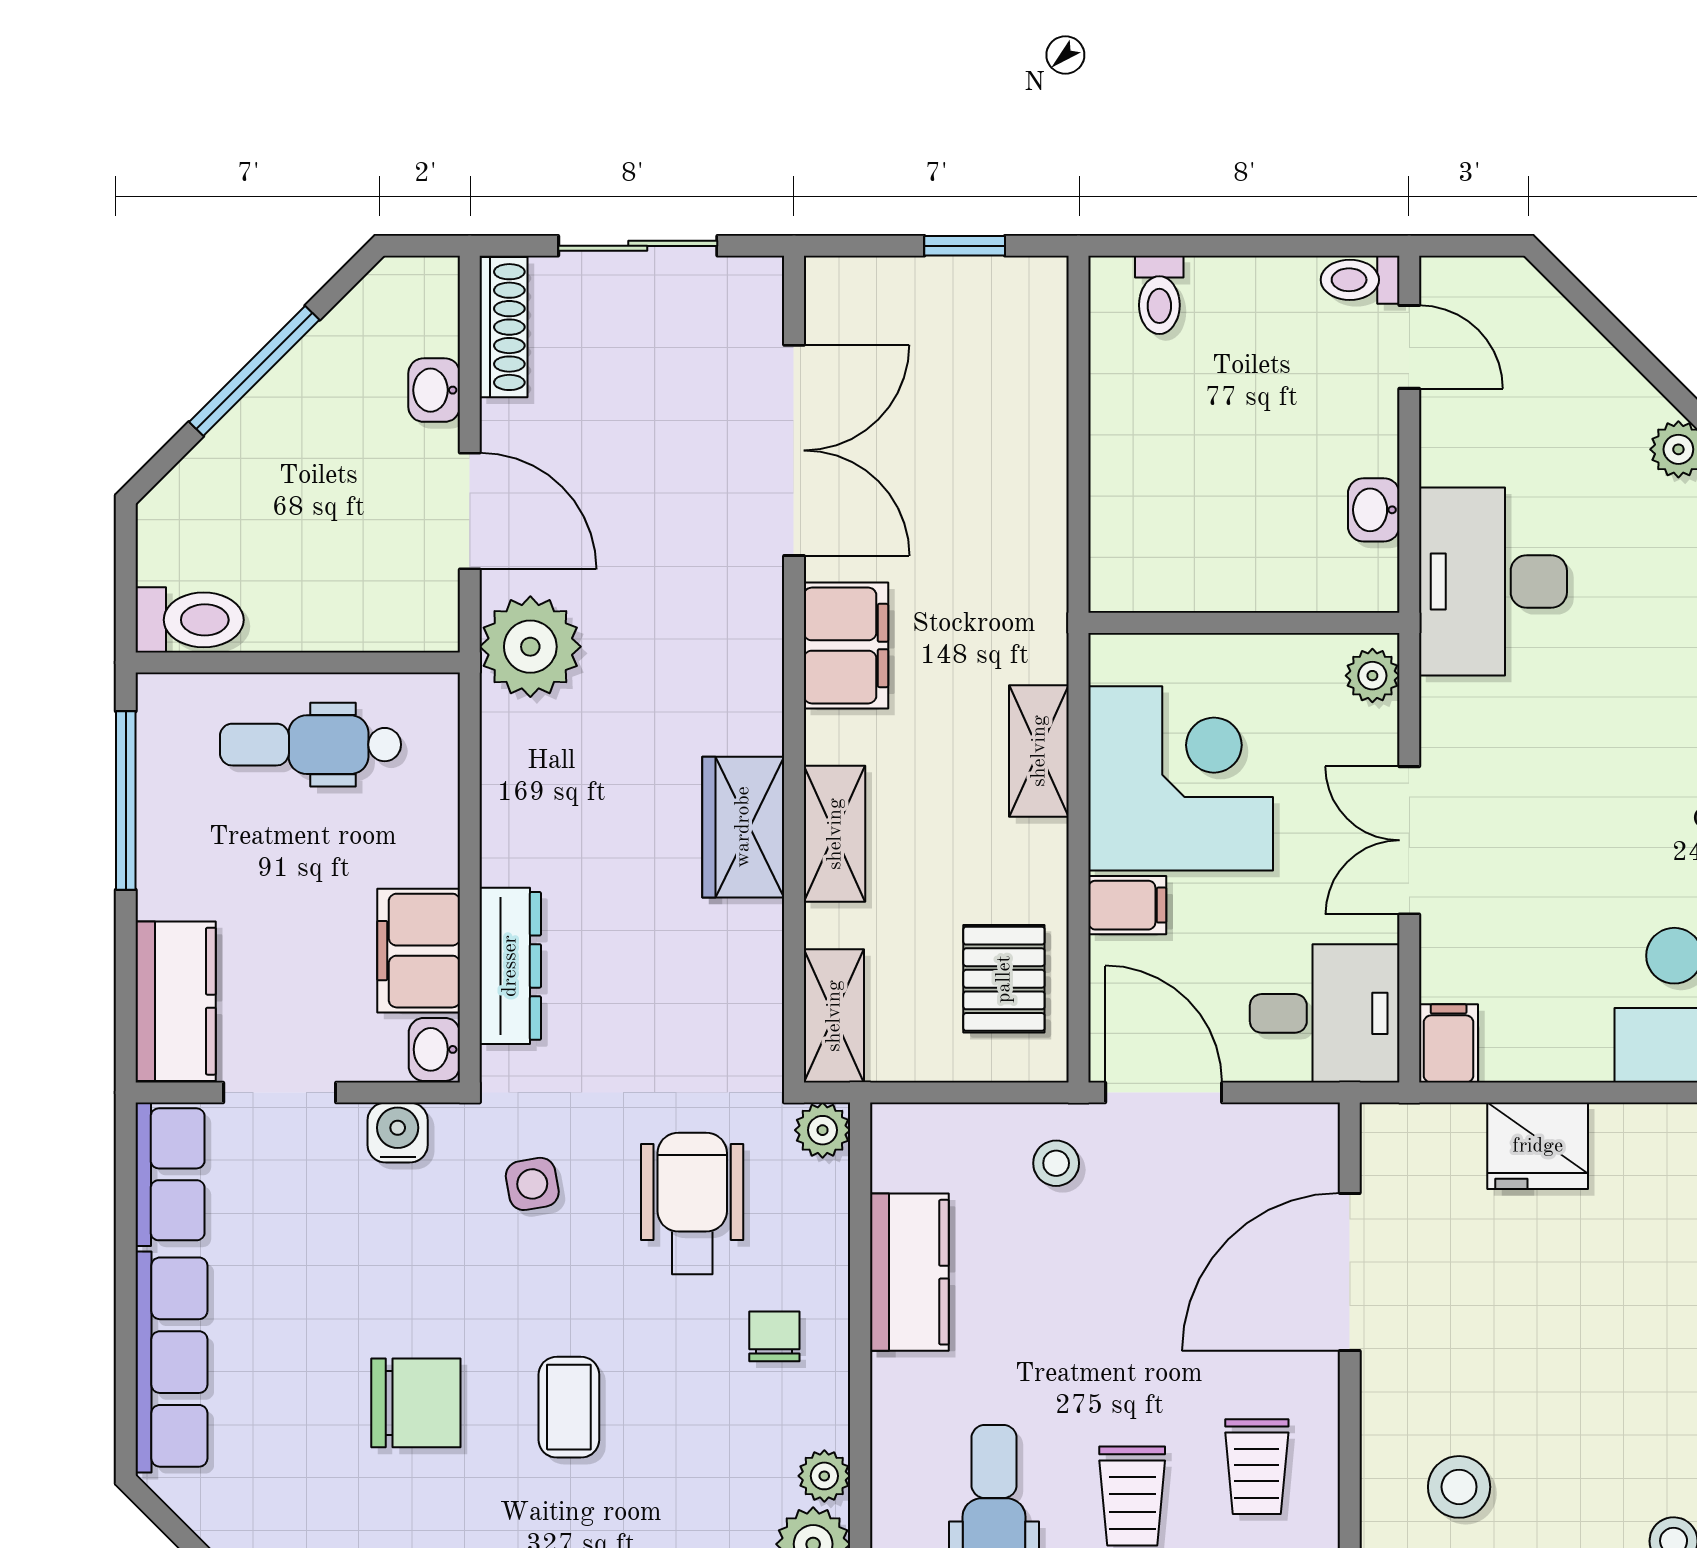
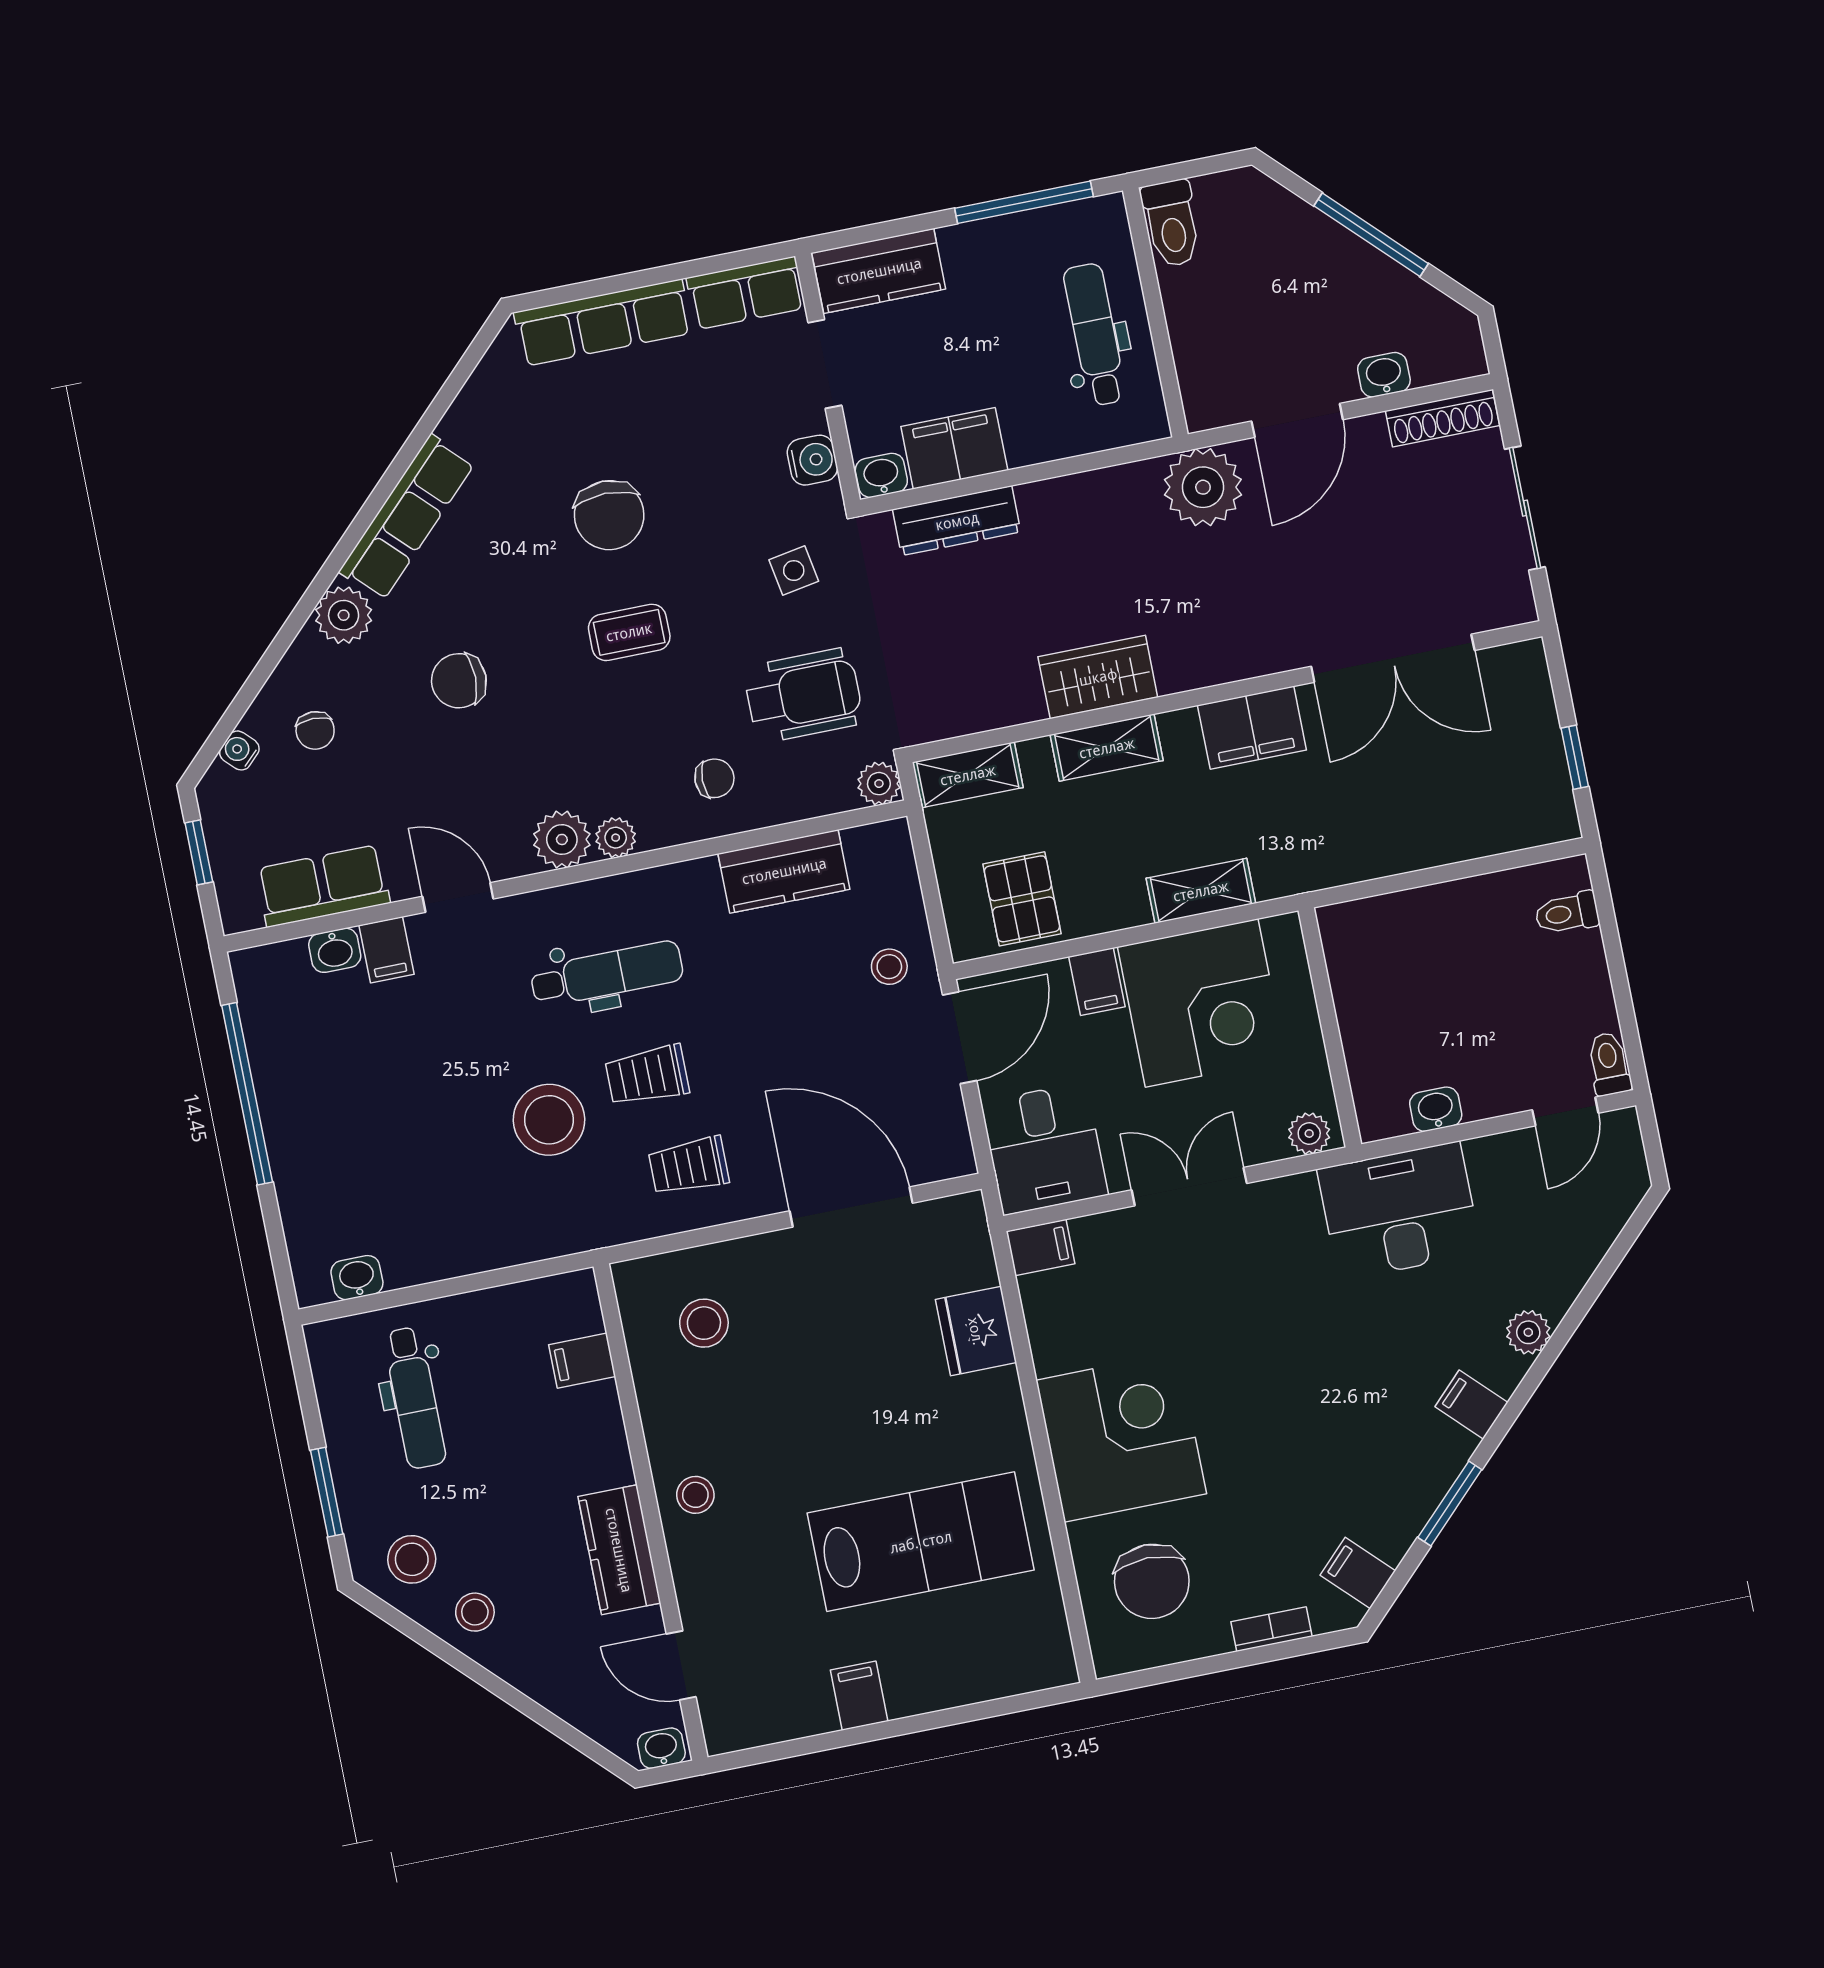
pallet: (1004, 979) -> (1022, 899), turned 90

